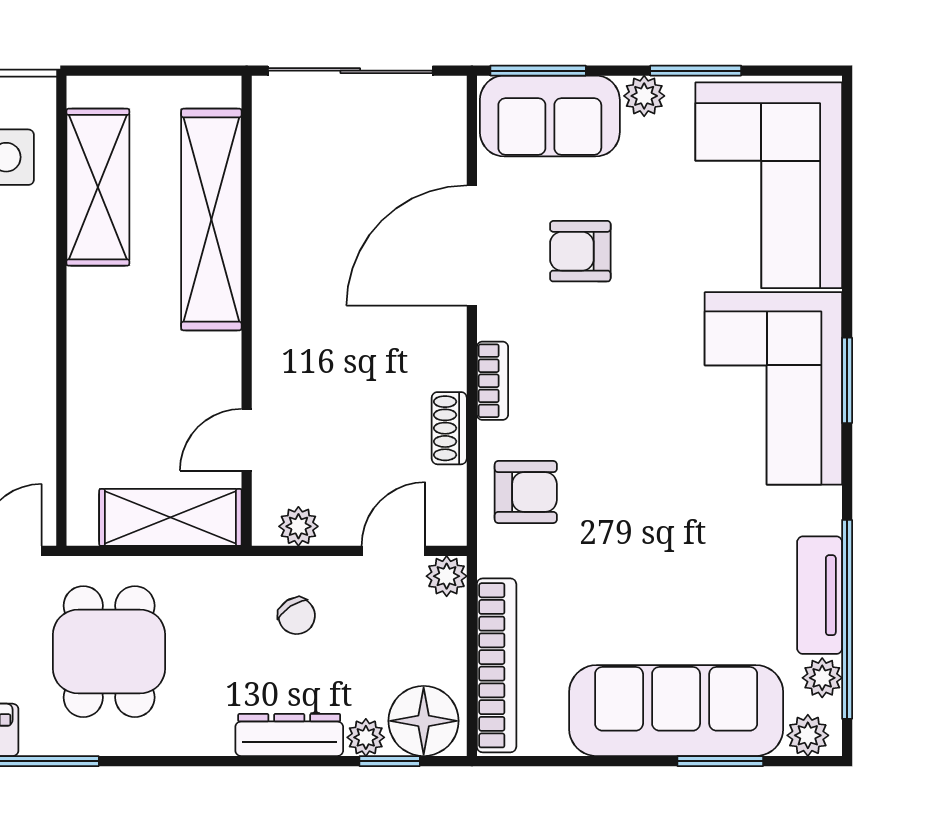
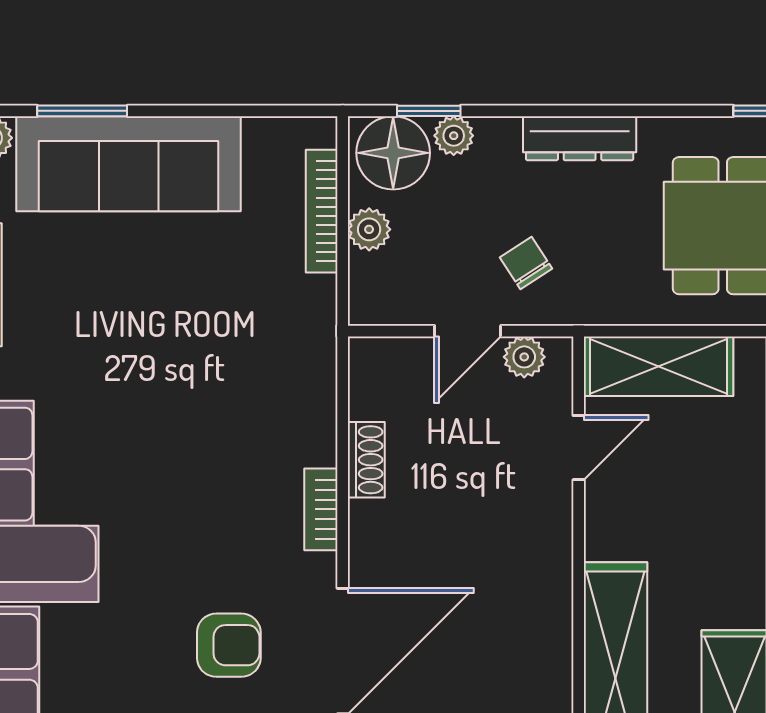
armchair: (526, 492) -> (286, 393), removed
door: (393, 551) -> (468, 331), moved
plant: (447, 576) -> (369, 229), moved
bookcase: (497, 665) -> (322, 211), width x0.68, depth x0.76
dresser: (289, 735) -> (580, 138), moved

